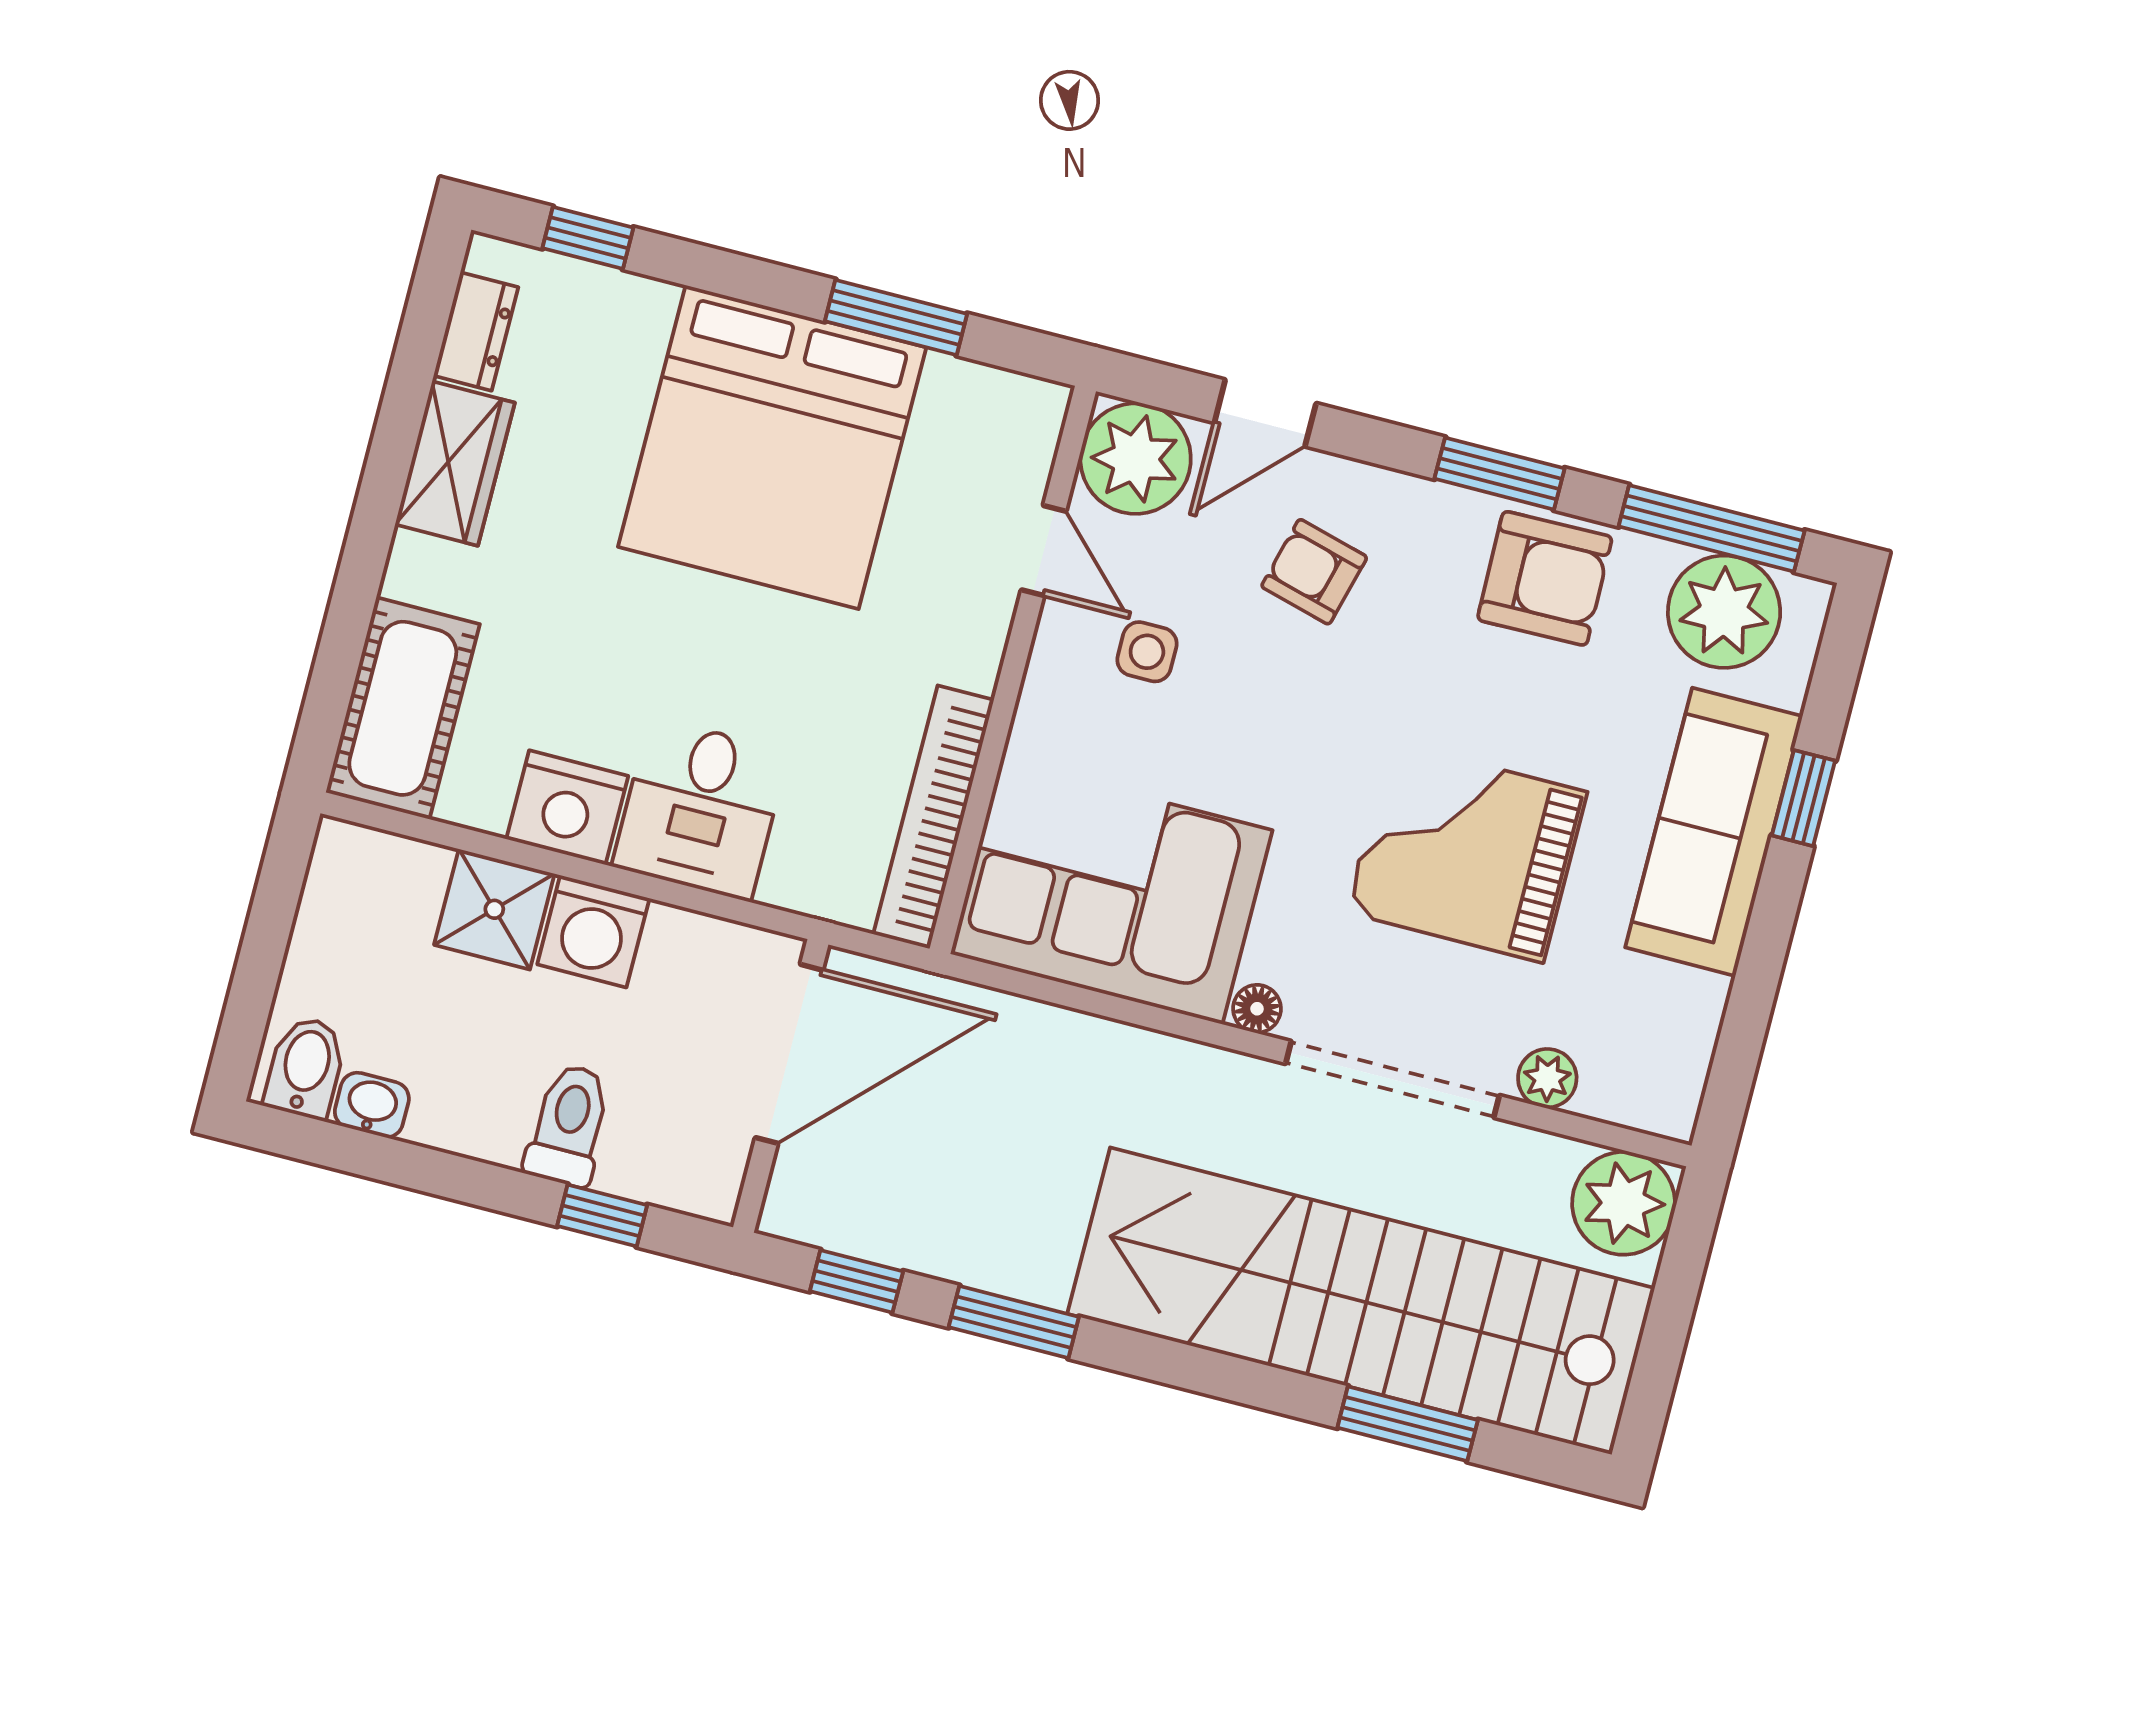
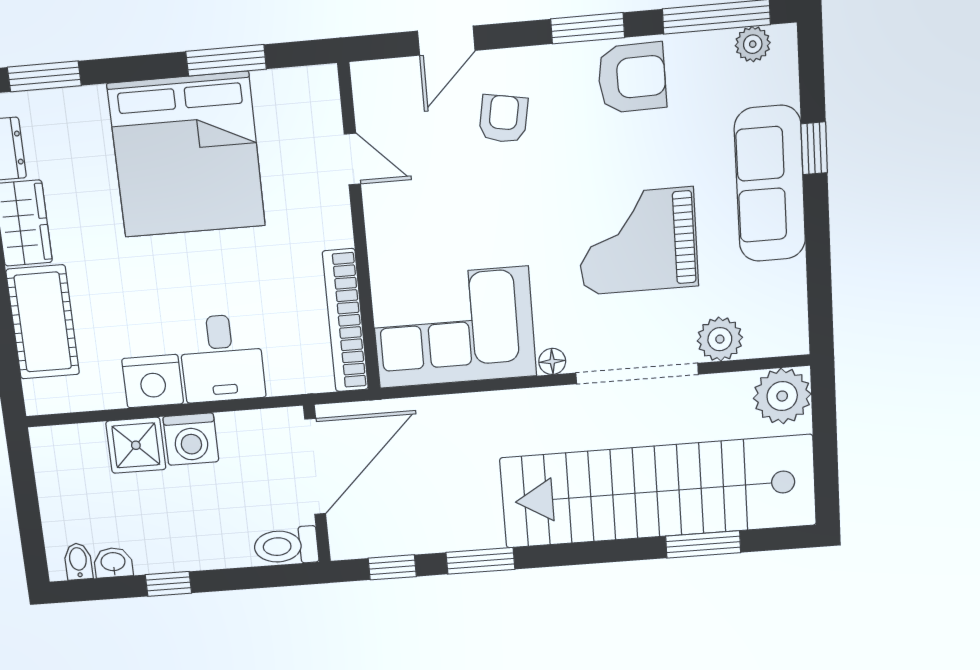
window: (588, 238) -> (44, 76), width x1.50
plant: (1136, 459) -> (384, 91), removed
armchair: (1314, 572) -> (503, 119), turned 85
plant: (1724, 612) -> (753, 44), width x0.53, depth x0.53
side table: (1147, 652) -> (428, 194), removed
cot: (403, 708) -> (43, 322), moved
bidet: (306, 1067) -> (78, 561), width x0.72, depth x0.74
plant: (1547, 1078) -> (720, 339), width x1.38, depth x1.38
toilet: (569, 1125) -> (286, 546), moved, turned -90
window: (602, 1216) -> (168, 584), moved

